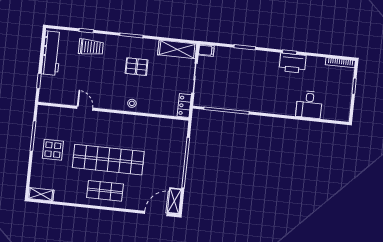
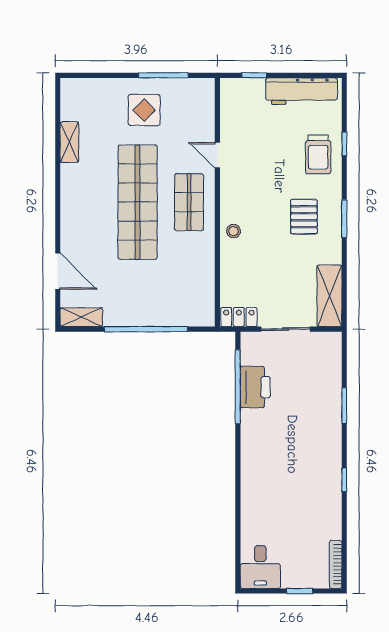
filing cabinet: (206, 50) -> (333, 344), removed
printer: (293, 63) -> (255, 387), moved, turned 180
pallet: (137, 67) -> (304, 217), moved
desk: (309, 105) -> (260, 567), moved, turned -90
door: (85, 108) -> (217, 155), swing flipped
shop shelf: (105, 191) -> (189, 202), moved
shelving: (41, 194) -> (69, 142), moved
door: (156, 213) -> (58, 271), moved

